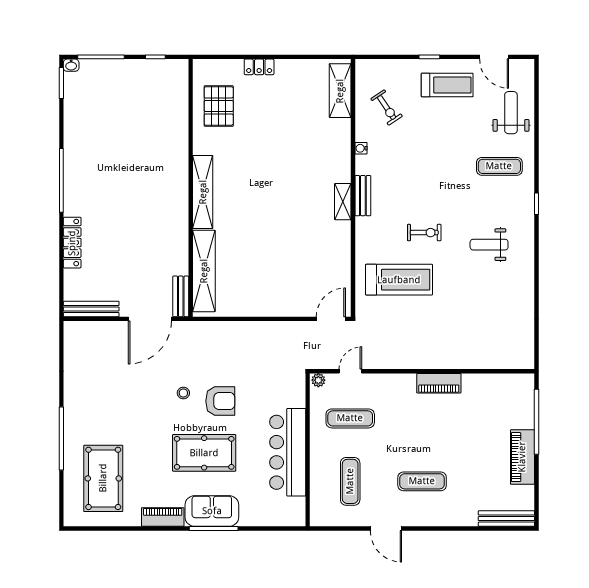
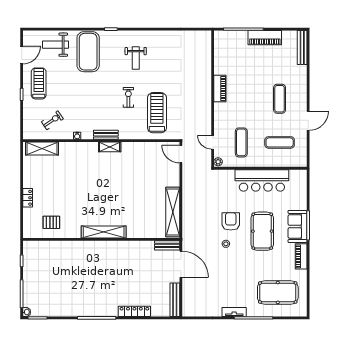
pallet: (219, 106) -> (51, 222), width x0.67, depth x0.71
exercise mat: (499, 166) -> (88, 52), width x2.00, depth x1.45
shelving: (204, 271) -> (173, 212), moved, turned 90
tv unit: (71, 407) -> (234, 312), added

